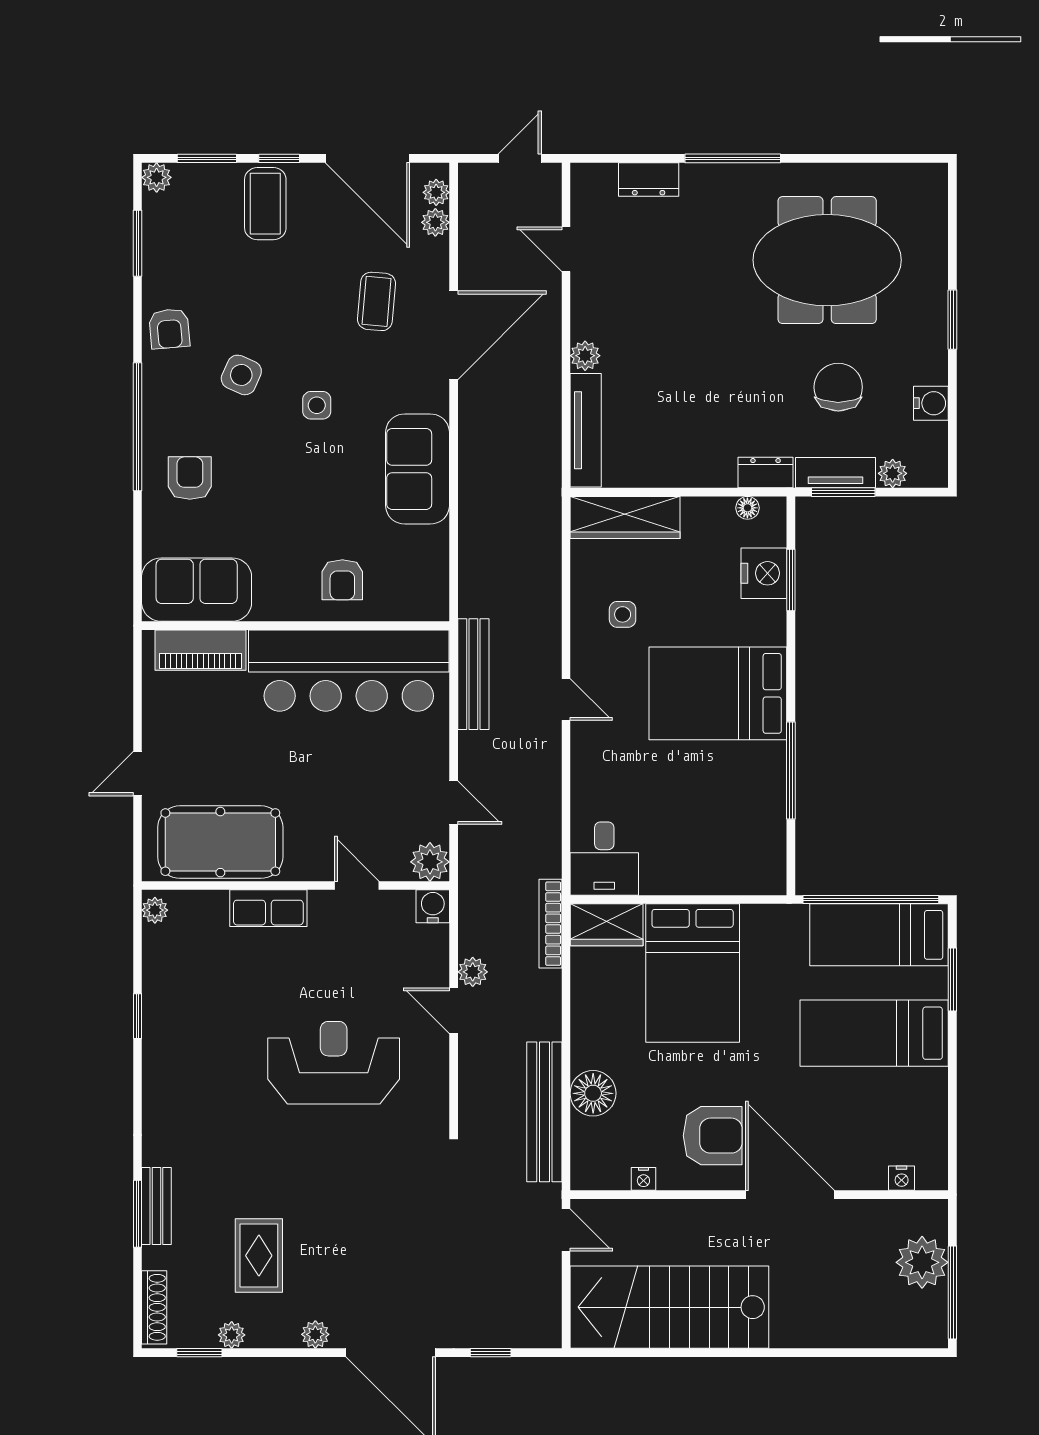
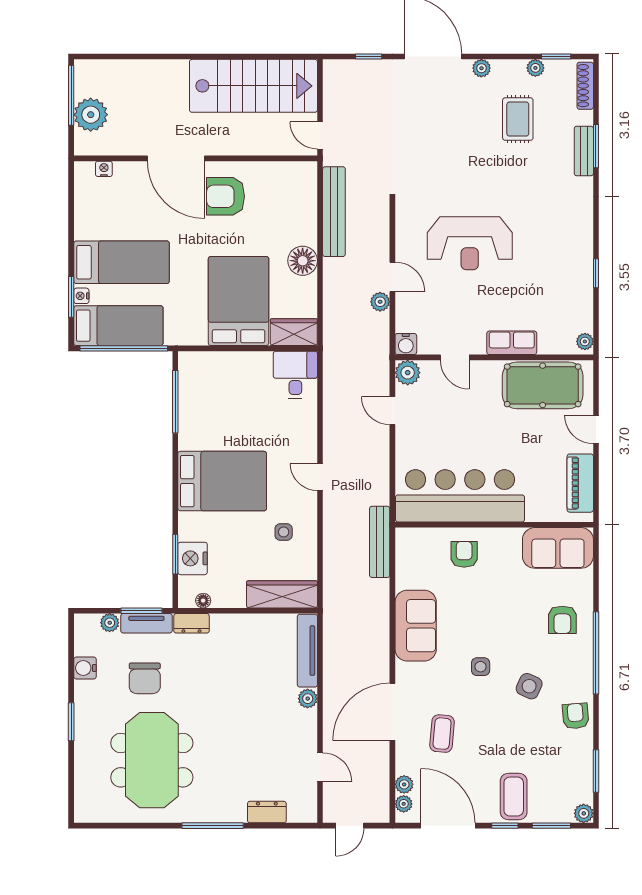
meeting table: (827, 260) -> (152, 760), turned 90
piano: (200, 650) -> (580, 483), moved, turned -90
bench: (473, 674) -> (380, 542), moved
window: (791, 771) -> (175, 402), moved
door: (137, 774) -> (596, 429), swing flipped
bookcase: (550, 924) -> (330, 333), removed
floor lamp: (593, 1093) -> (303, 261), moved
nightstand: (643, 1179) -> (81, 296), moved, turned -90

